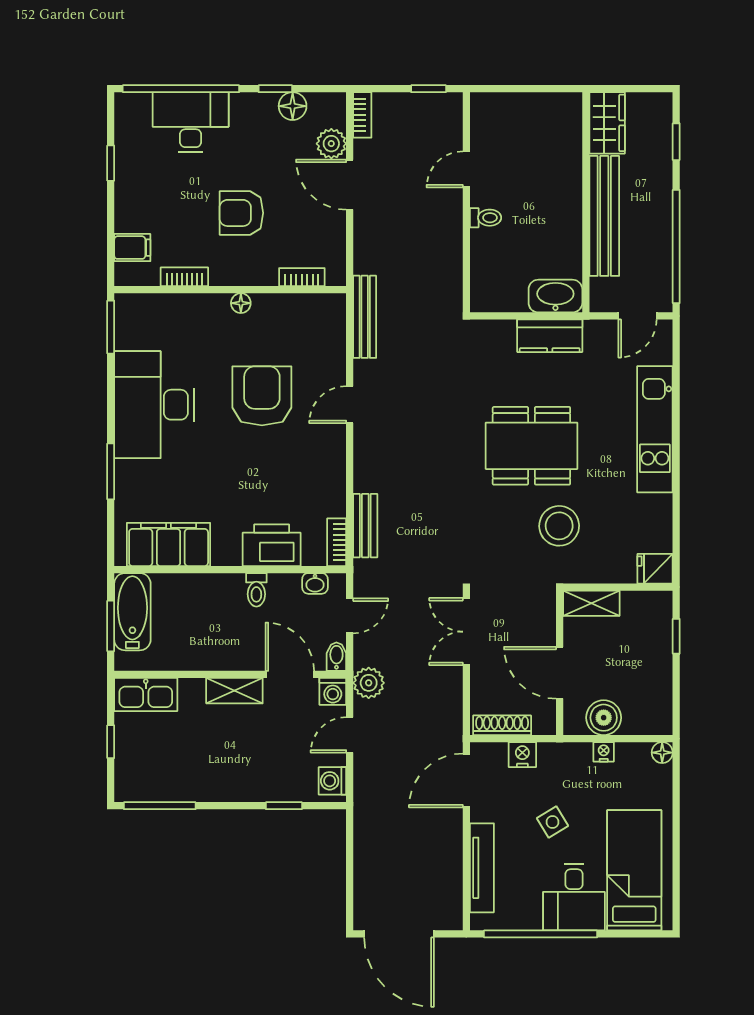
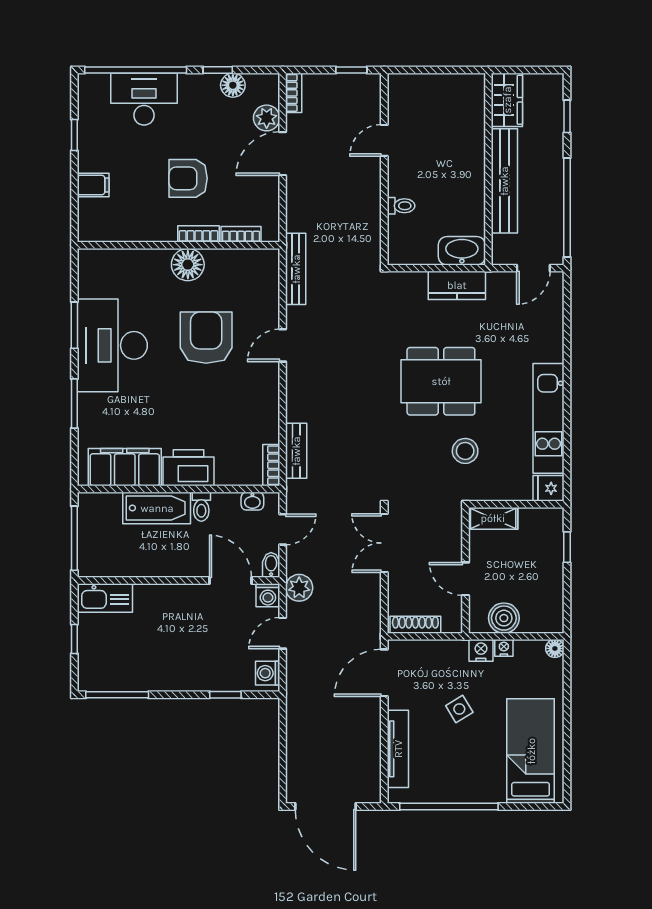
door: (350, 185) -> (283, 154), hinge flipped
toilet: (486, 218) -> (401, 206), moved
filing cabinet: (132, 248) -> (93, 185), moved
bookcase: (184, 277) -> (198, 234), moved
floor lamp: (241, 303) -> (188, 265), width x1.89, depth x1.89
window: (111, 327) -> (74, 325), moved
kitchen unit: (655, 429) -> (549, 418), moved
stool: (559, 526) -> (465, 451), width x0.73, depth x0.73
printer: (272, 545) -> (188, 468), moved
bathtub: (132, 612) -> (157, 508), moved, turned 90
window: (111, 626) -> (74, 538), width x1.44
door: (560, 673) -> (465, 579), width x0.73
shelving: (234, 691) -> (182, 595), removed
nightstand: (522, 755) -> (481, 650), moved
desk: (574, 897) -> (478, 774), removed

